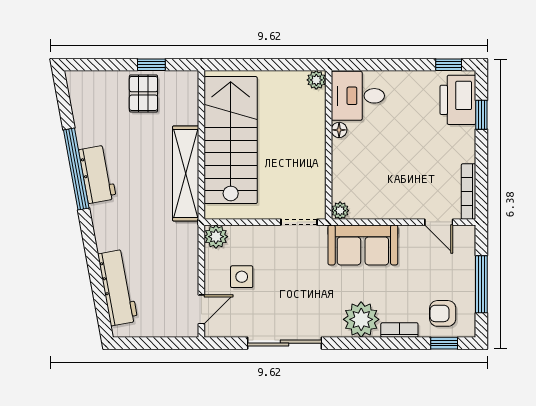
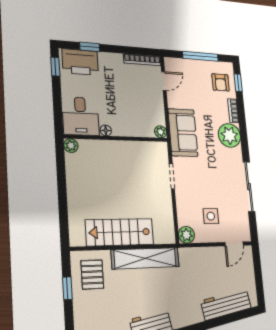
plant: (316, 80) -> (71, 146), moved
pallet: (143, 93) -> (92, 275), moved, turned 90
desk: (358, 96) -> (81, 116), moved
floor lamp: (339, 130) -> (106, 130), moved
stairs: (231, 140) -> (120, 232), width x0.73, depth x0.66
wall: (329, 145) -> (117, 138), moved
plant: (340, 211) -> (161, 132), moved
door: (201, 309) -> (234, 244), swing flipped

